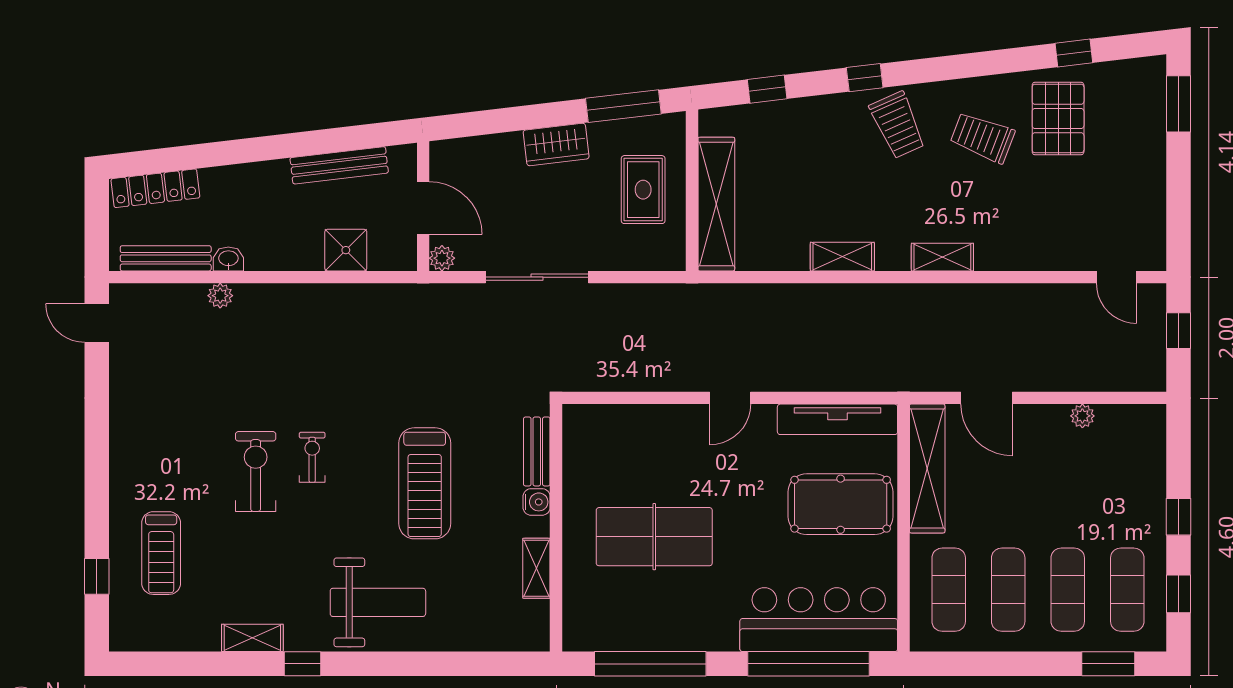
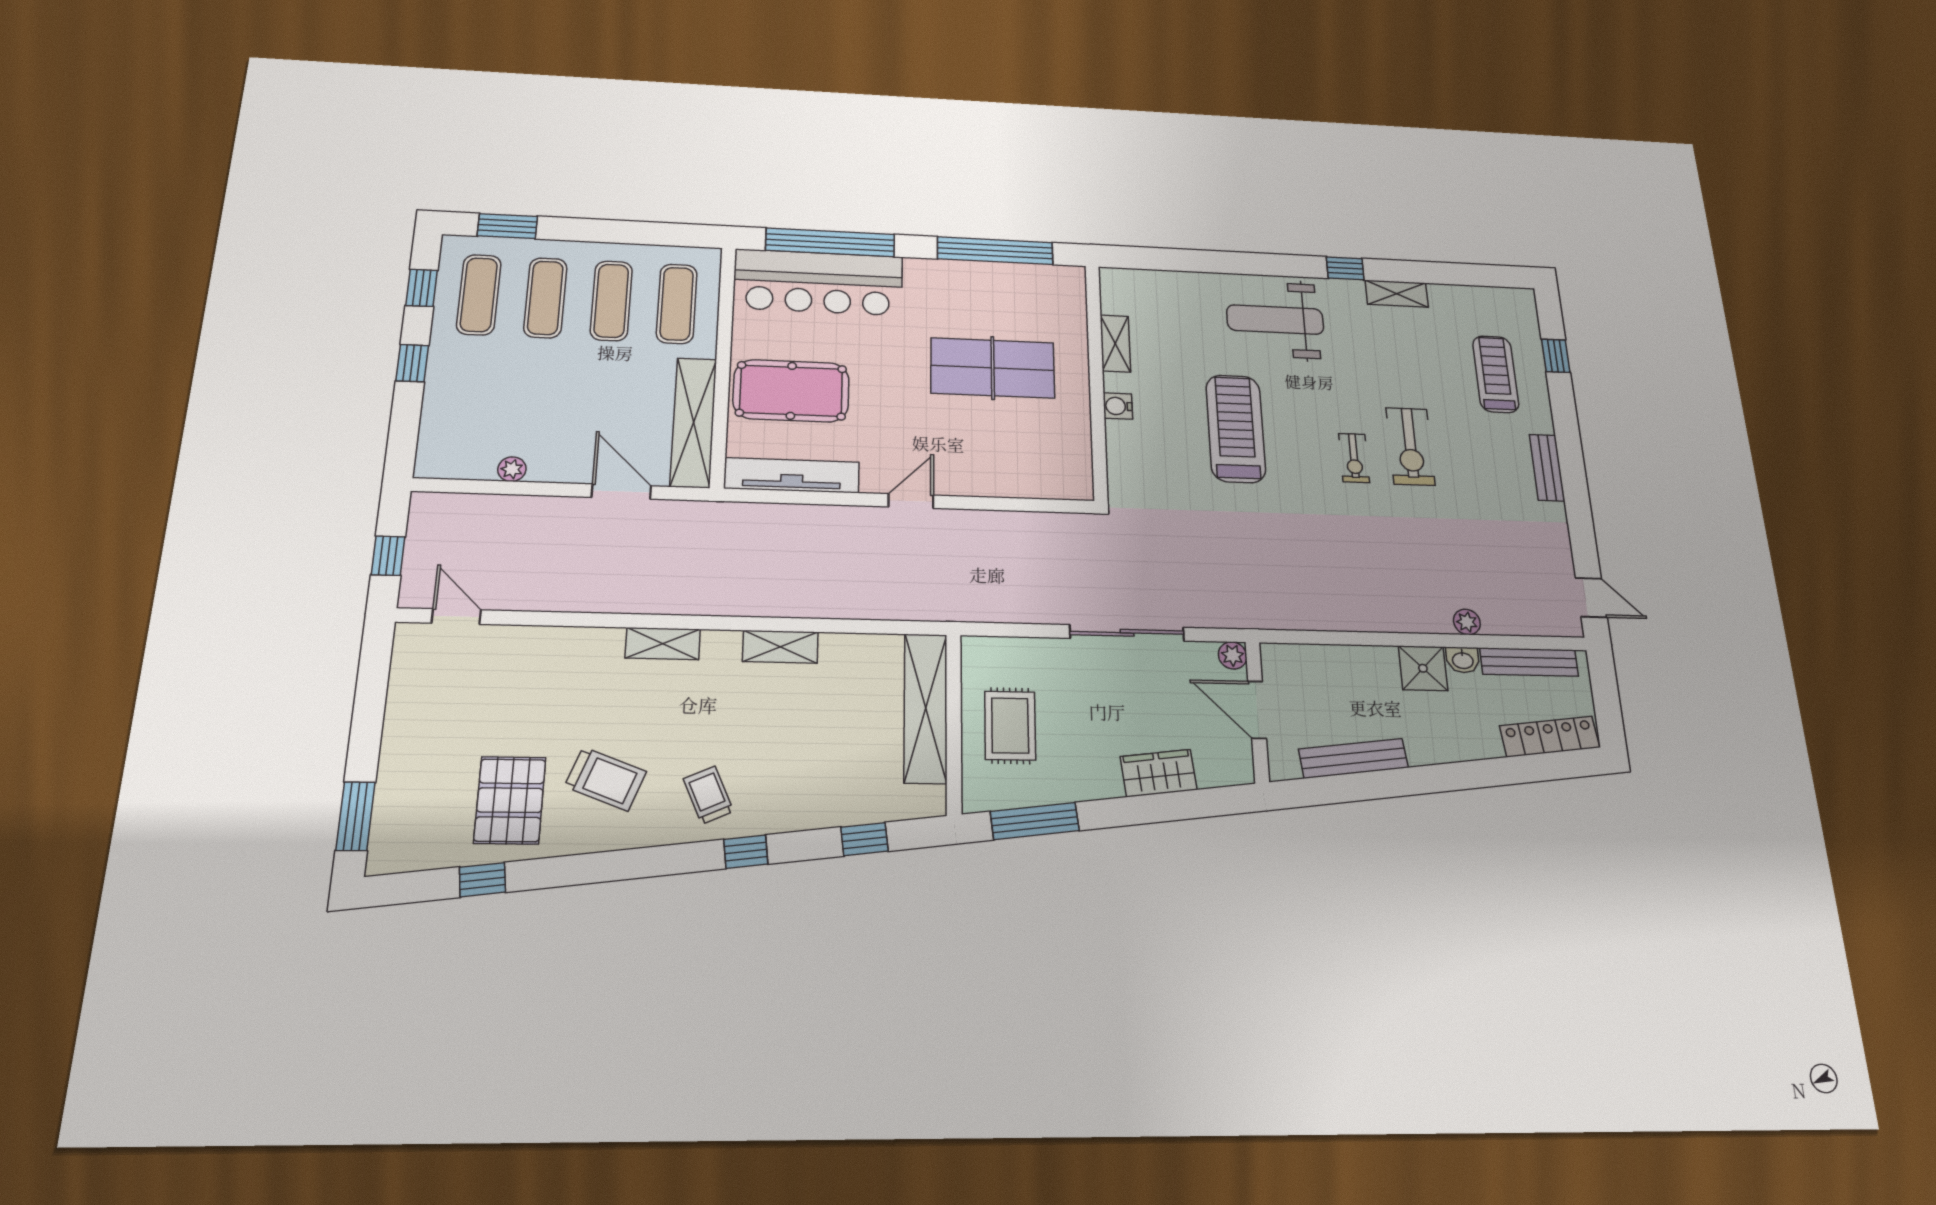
trolley: (897, 125) -> (708, 795), width x0.73, depth x0.72
wardrobe: (556, 144) -> (1159, 773), moved
shower: (346, 250) -> (1423, 668), moved
bench: (537, 451) -> (1547, 468), moved

